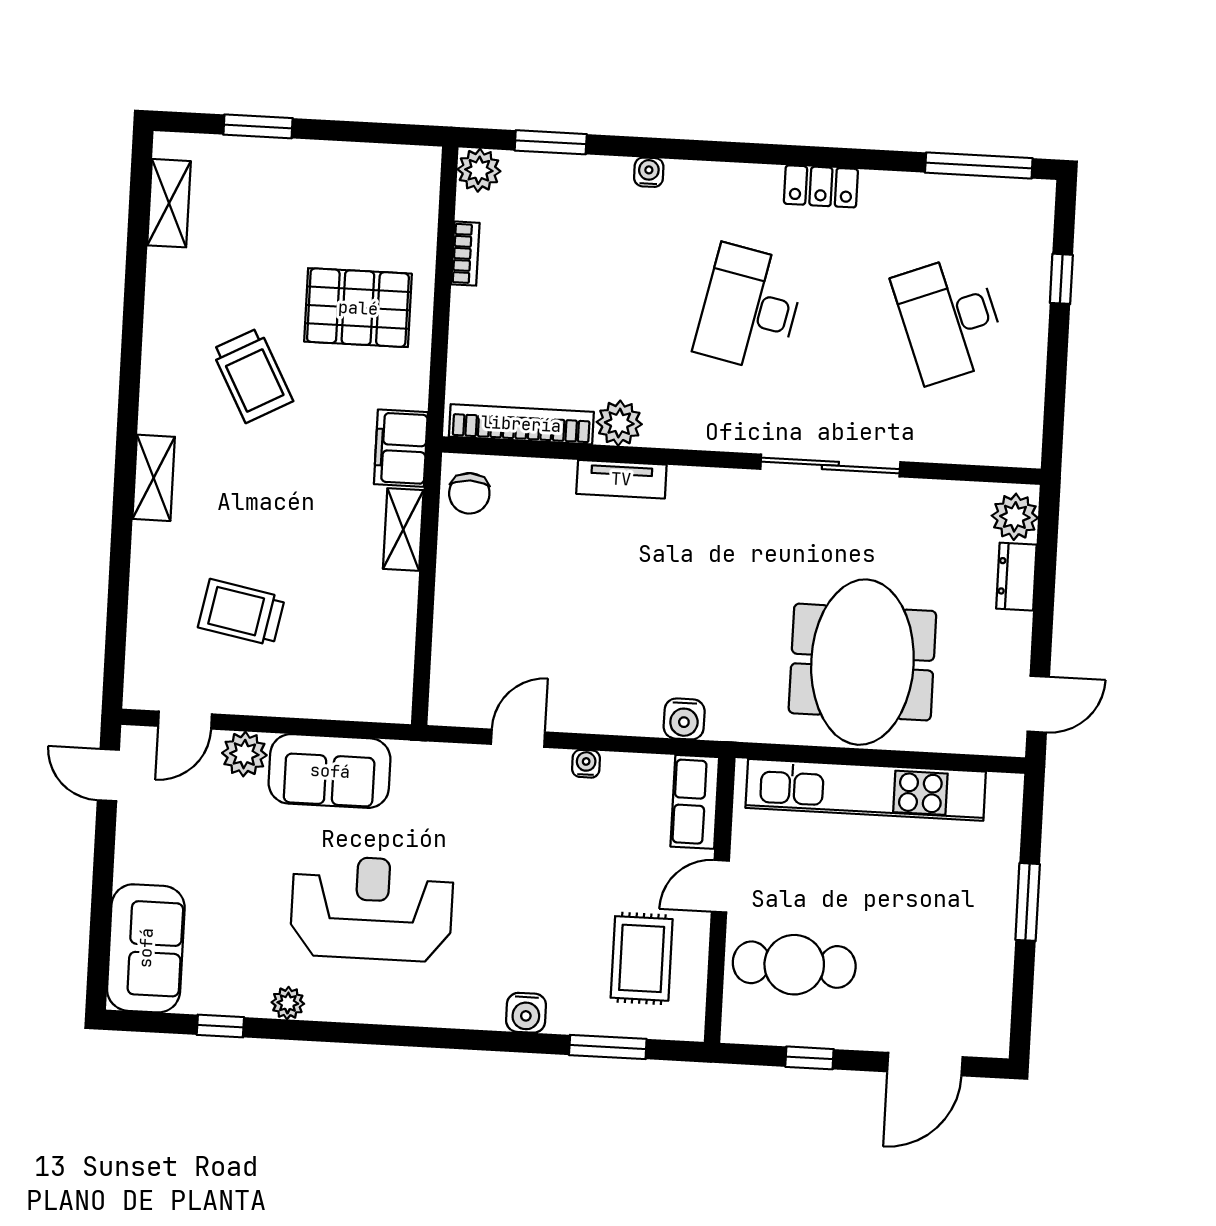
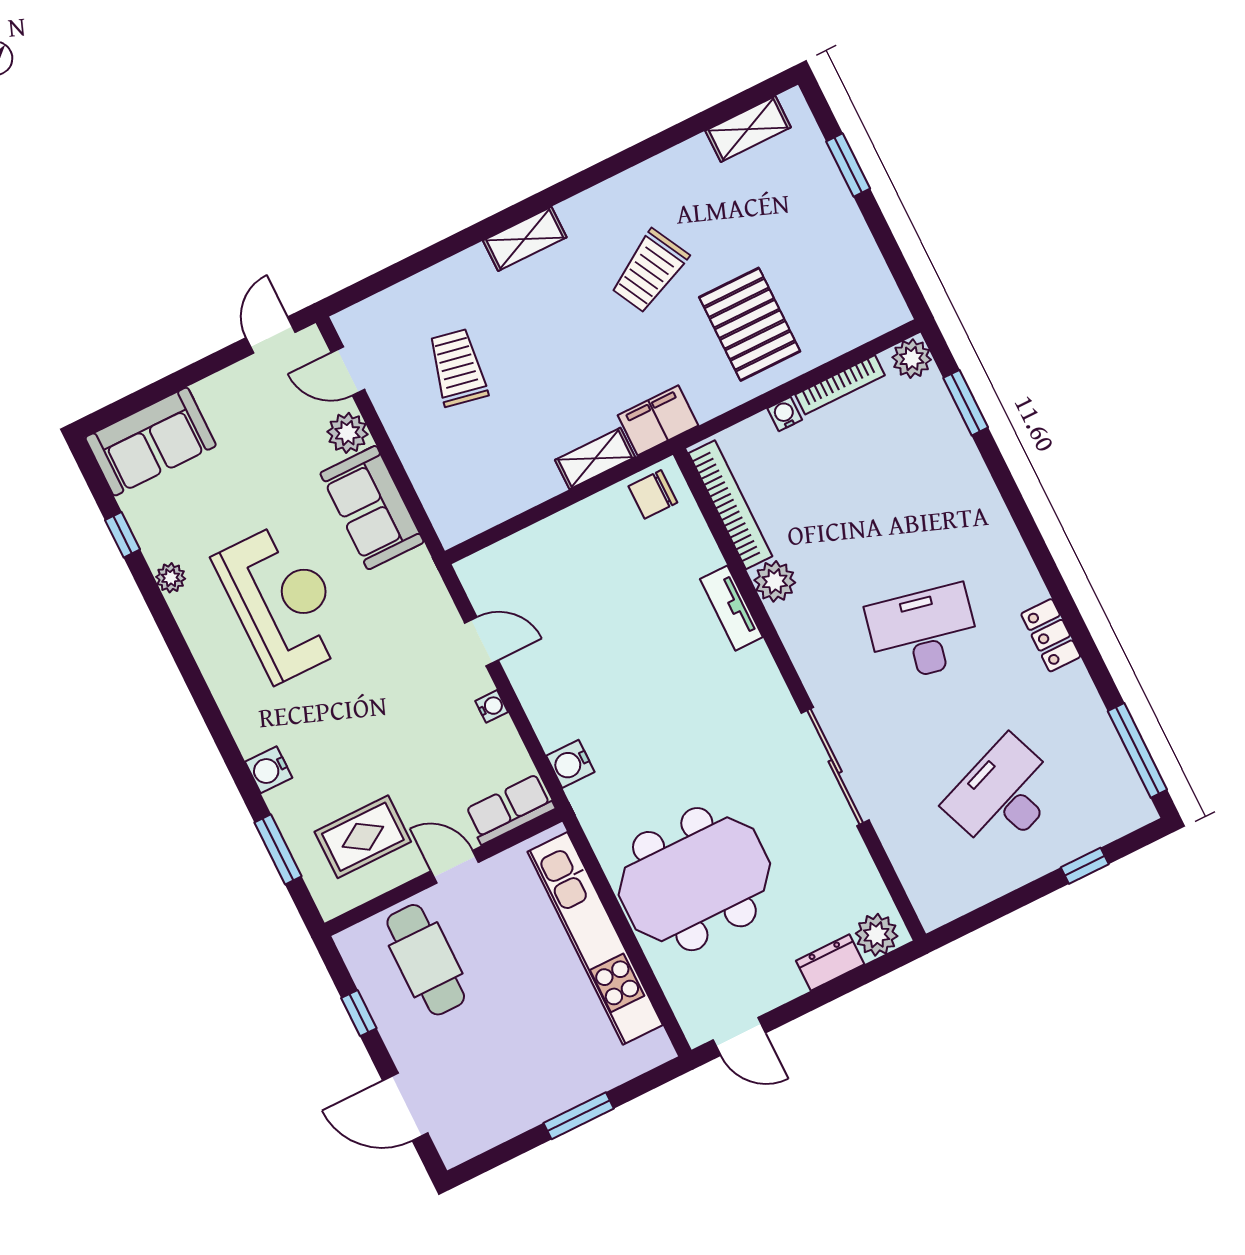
water cooler: (649, 172) -> (785, 414), moved, turned -90
bookcase: (465, 254) -> (840, 385), width x1.56

